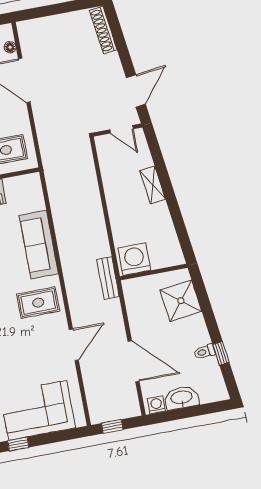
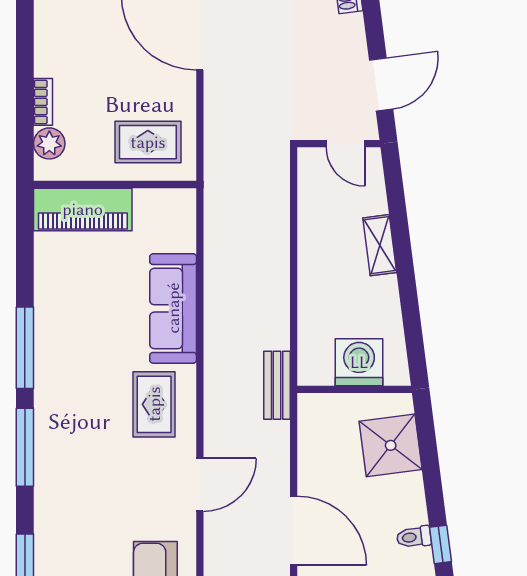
washing machine: (134, 259) -> (359, 362), moved
rug: (38, 303) -> (154, 404), turned 90

